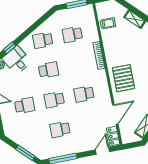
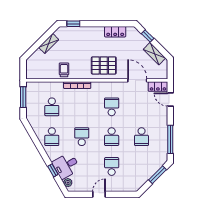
trolley: (108, 23) -> (64, 70), moved
school desk: (84, 94) -> (112, 107), turned 180

